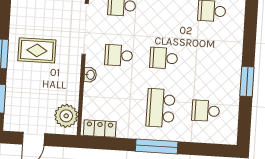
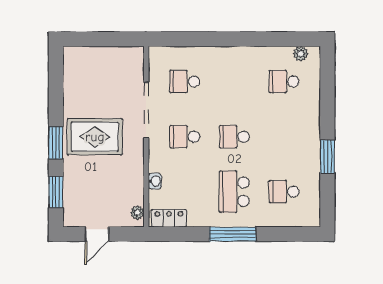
rug: (37, 50) -> (95, 137), width x1.36, depth x1.43
washbasin: (90, 75) -> (155, 181), moved
plant: (66, 116) -> (137, 213), width x0.53, depth x0.53

